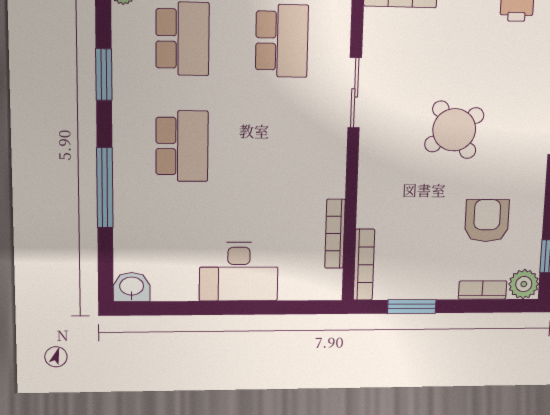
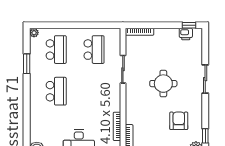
round table: (454, 130) -> (163, 84), turned 35
window: (105, 188) -> (27, 108), removed

